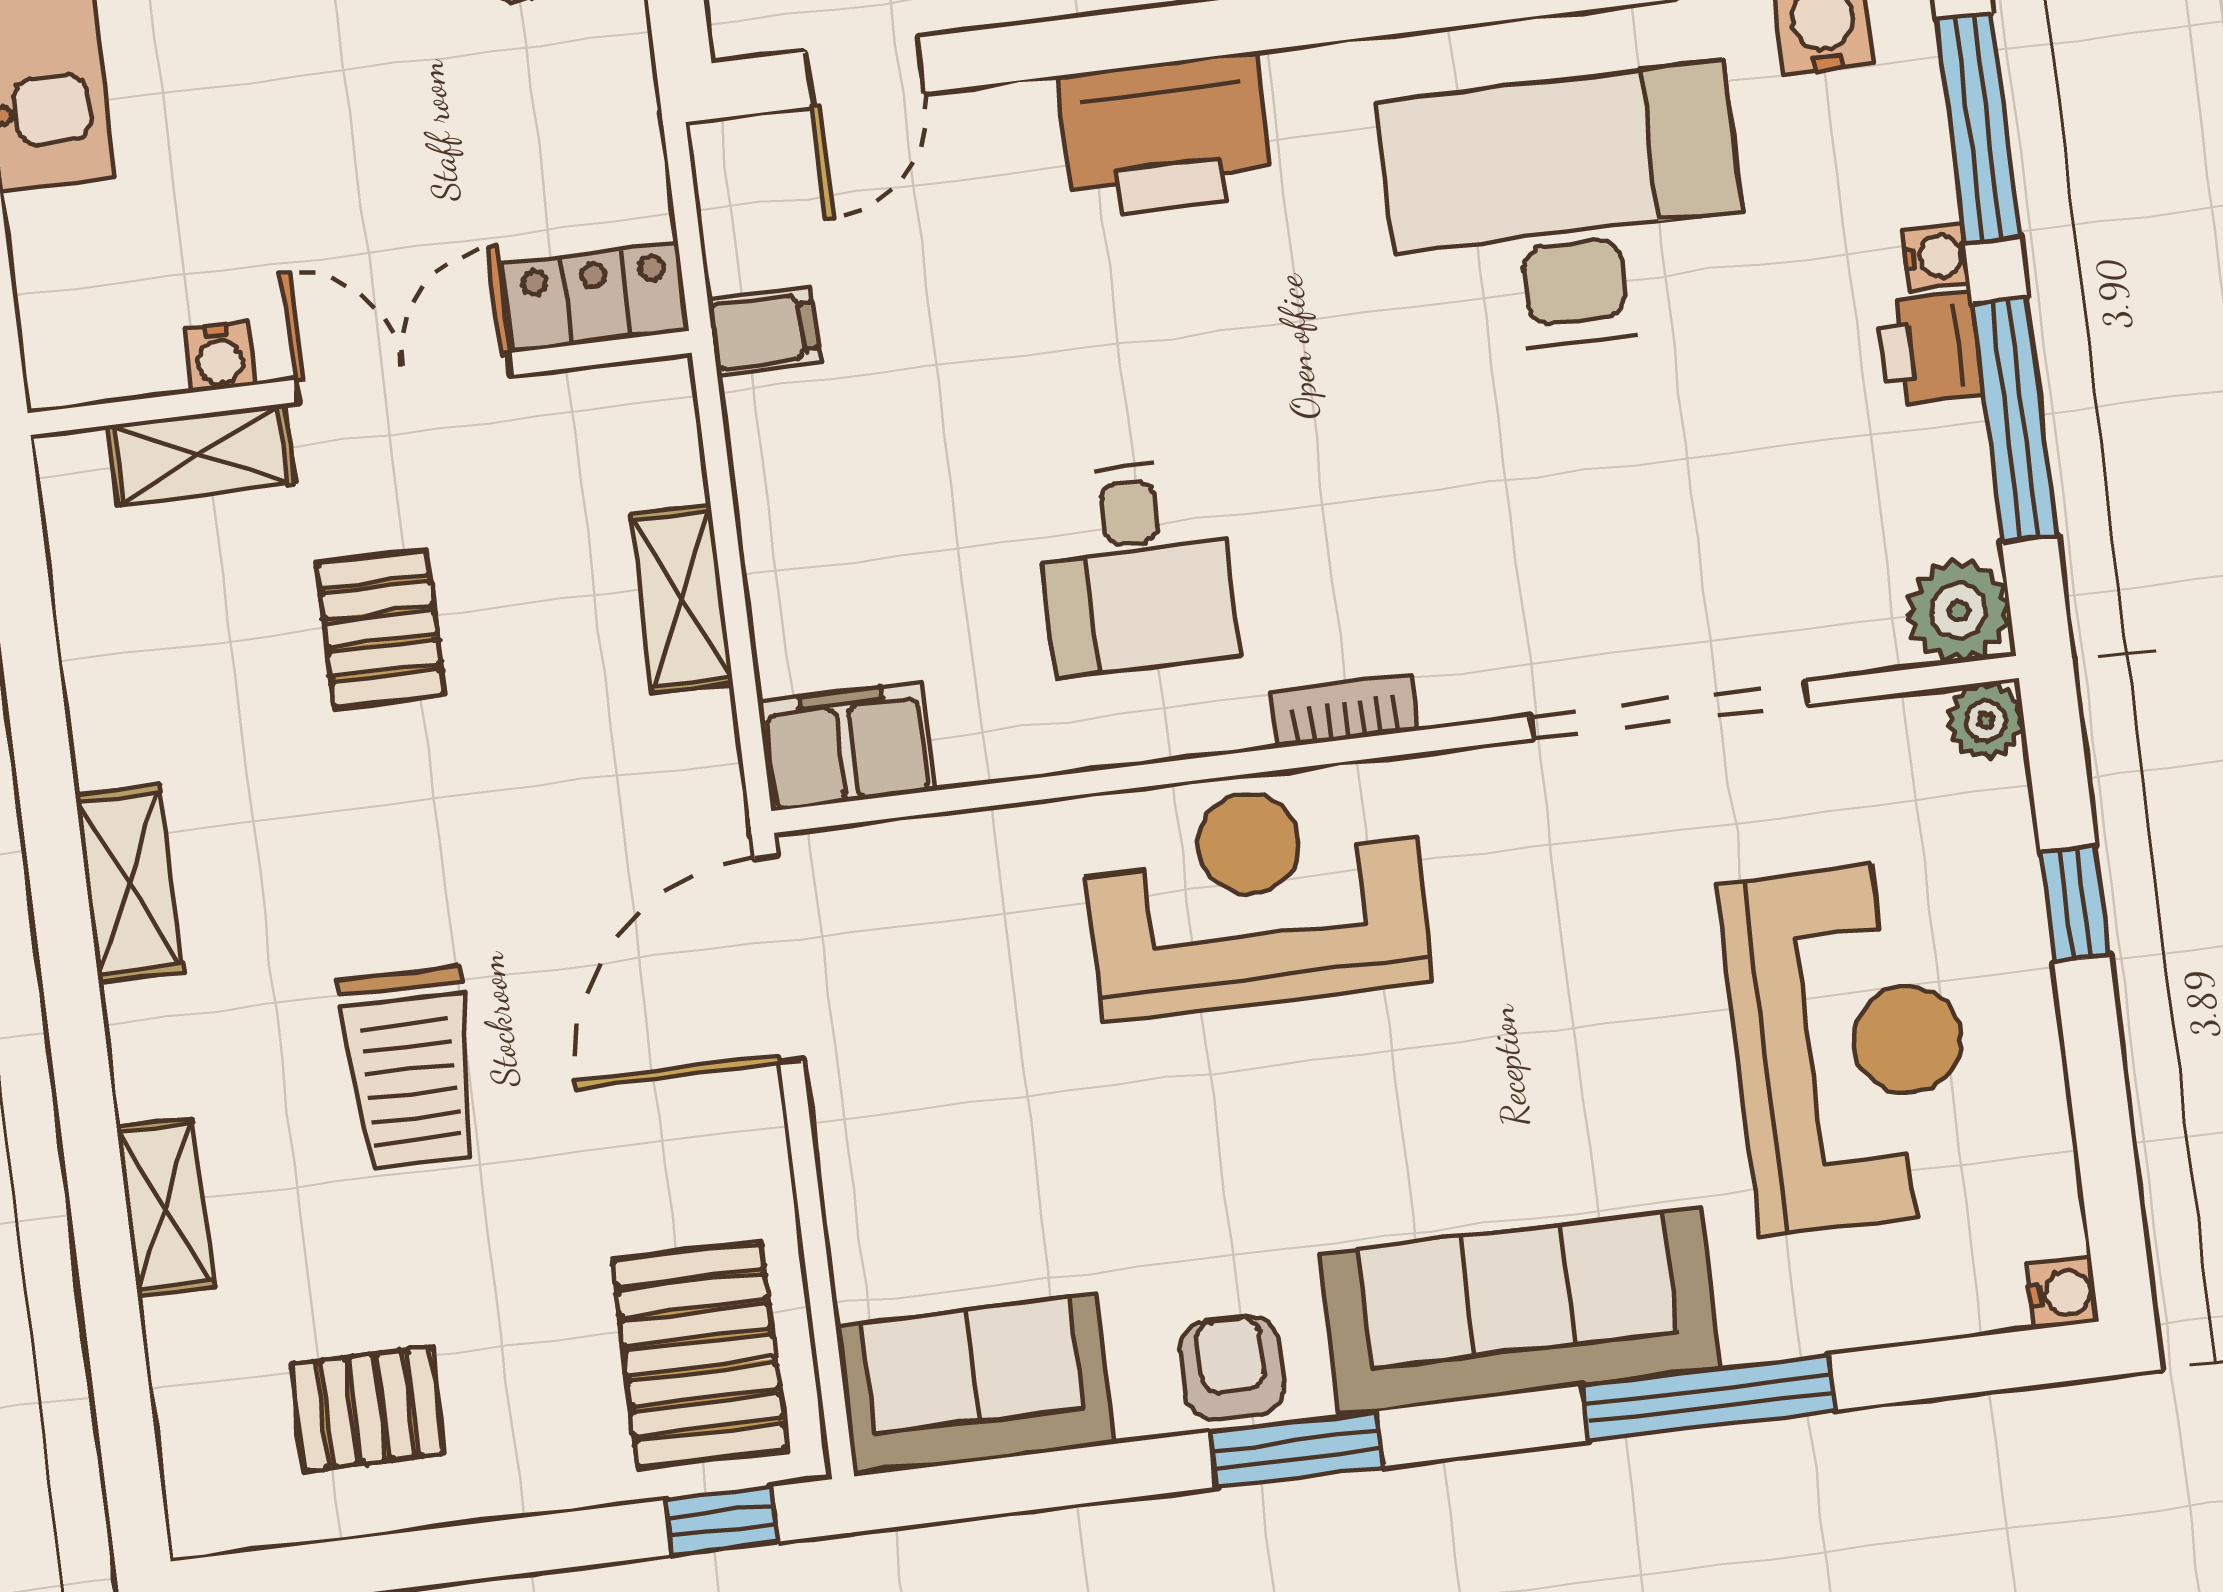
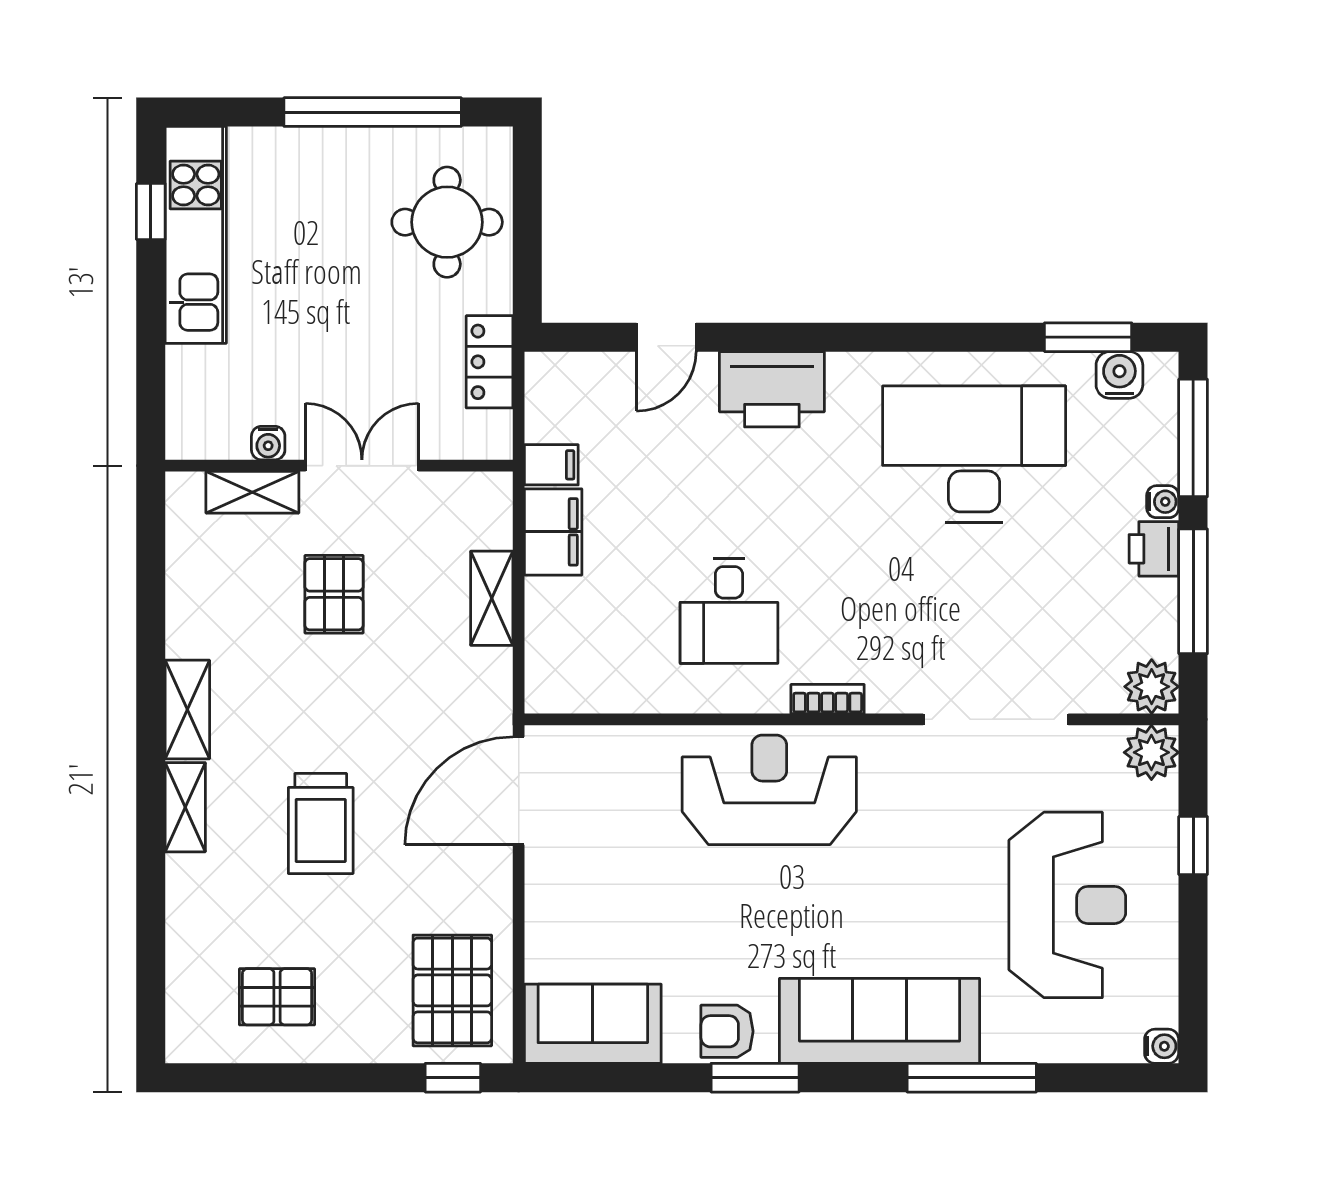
door: (865, 72) -> (666, 337), moved
locker: (596, 297) -> (490, 362), moved, turned -90
plant: (1986, 720) -> (1151, 752), width x1.38, depth x1.38
filing cabinet: (846, 746) -> (553, 532), moved, turned 90
shelving: (165, 1207) -> (185, 807), moved
armchair: (1232, 1368) -> (727, 1031), turned -90

